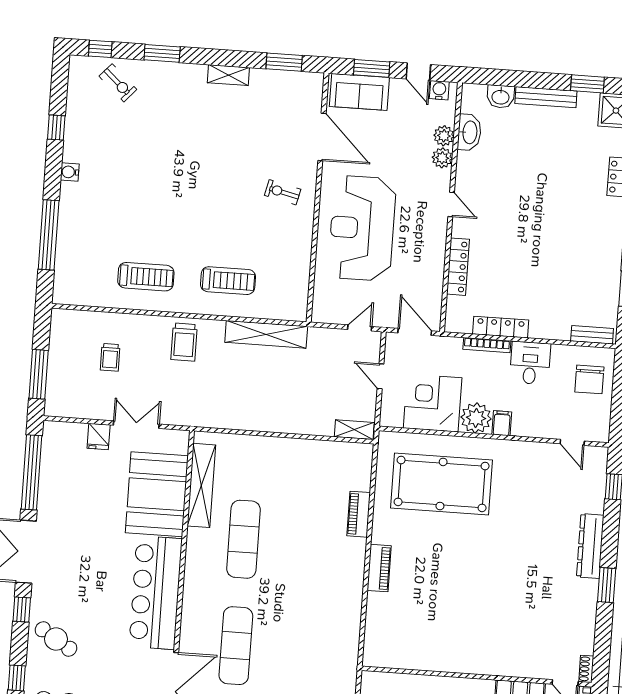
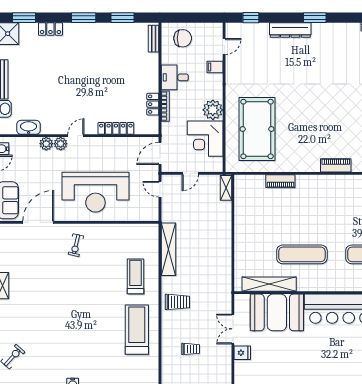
plant: (444, 136) -> (61, 144), moved
treadmill: (146, 277) -> (137, 330), width x1.37, depth x1.38
locker: (501, 327) -> (153, 104), width x0.66
filing cabinet: (502, 423) -> (215, 67), moved
piano: (379, 568) -> (336, 165), moved

